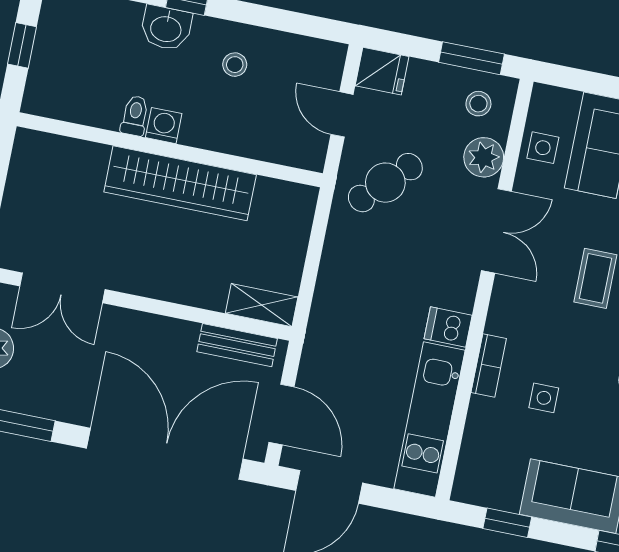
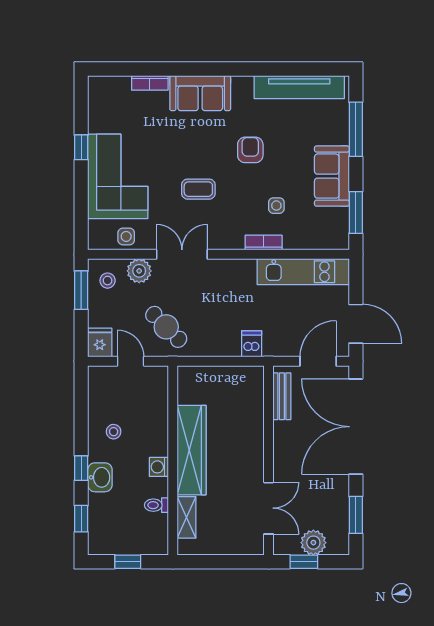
door: (342, 114) -> (131, 361), swing flipped
toilet: (135, 116) -> (156, 505), moved
shelving: (262, 305) -> (186, 517), moved
dishwasher: (448, 327) -> (252, 344), moved, turned 180
window: (507, 523) -> (356, 212), width x1.50

